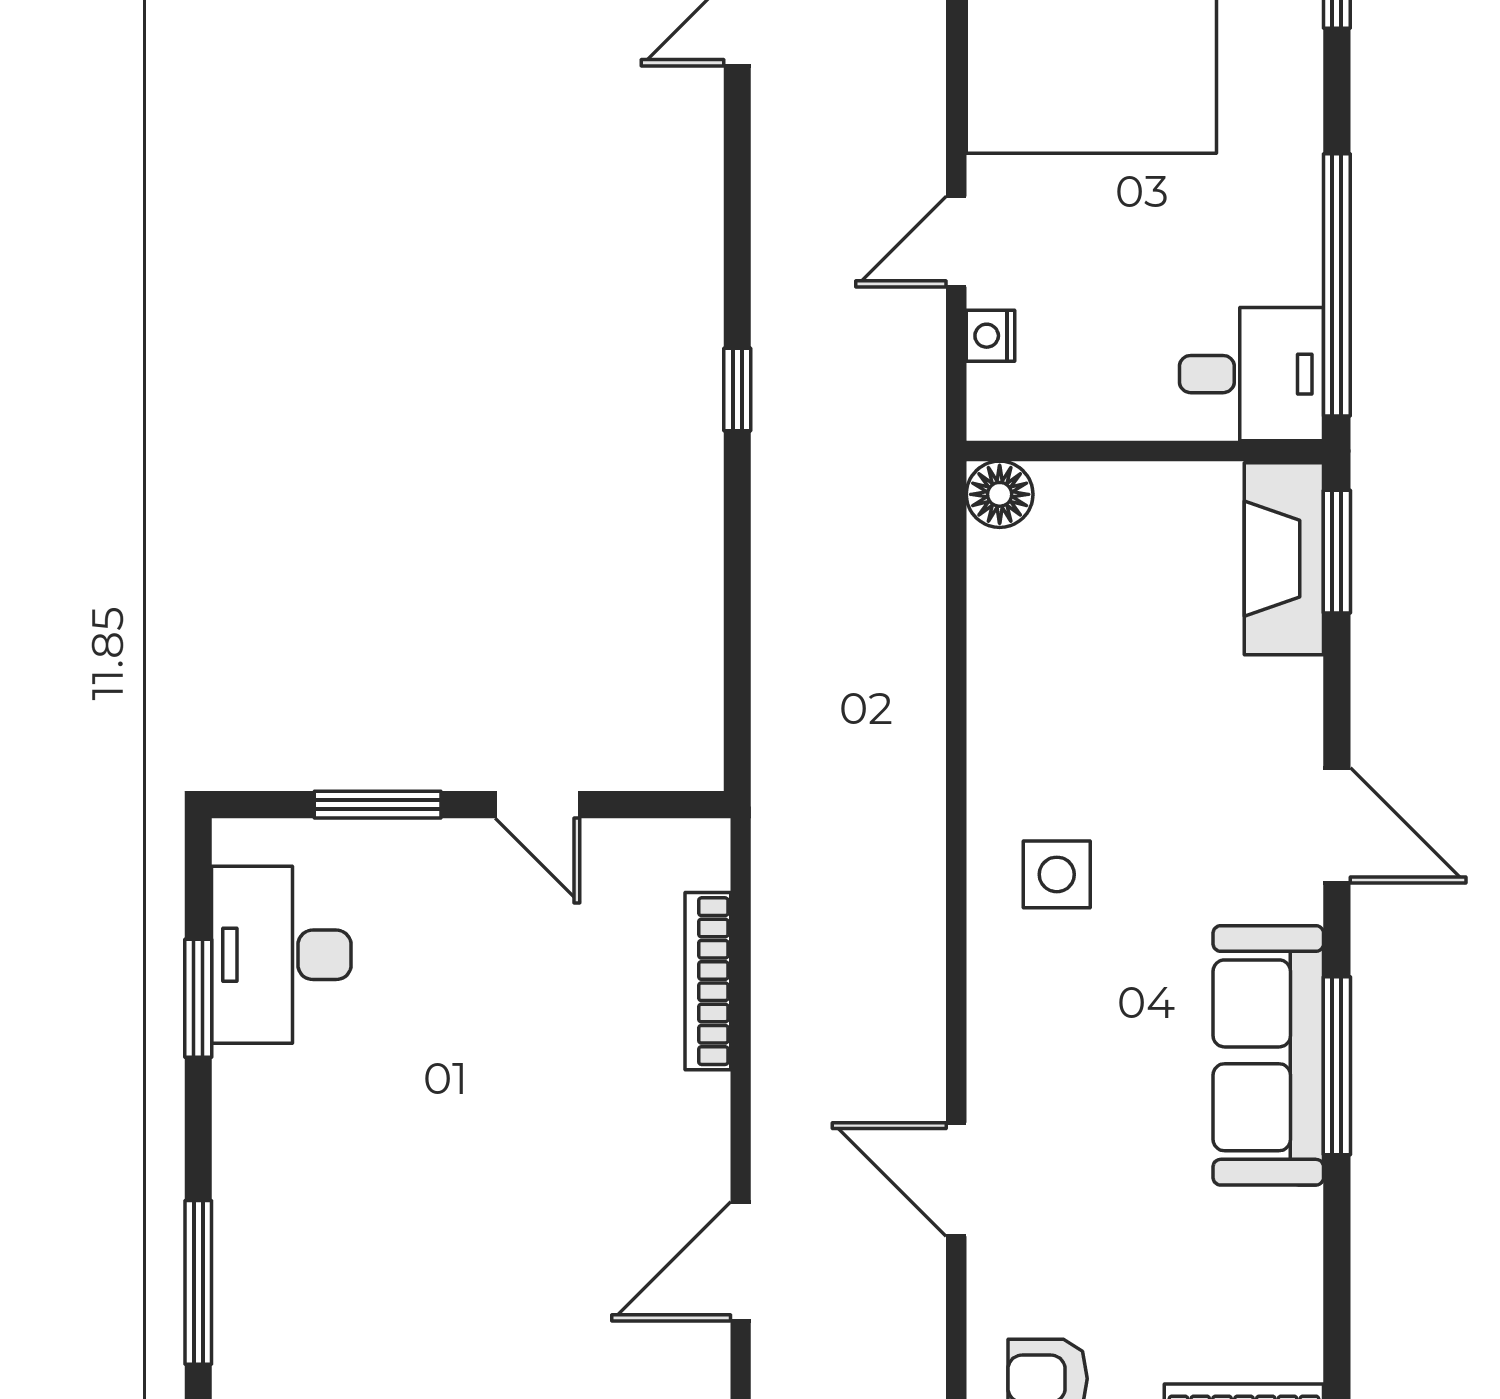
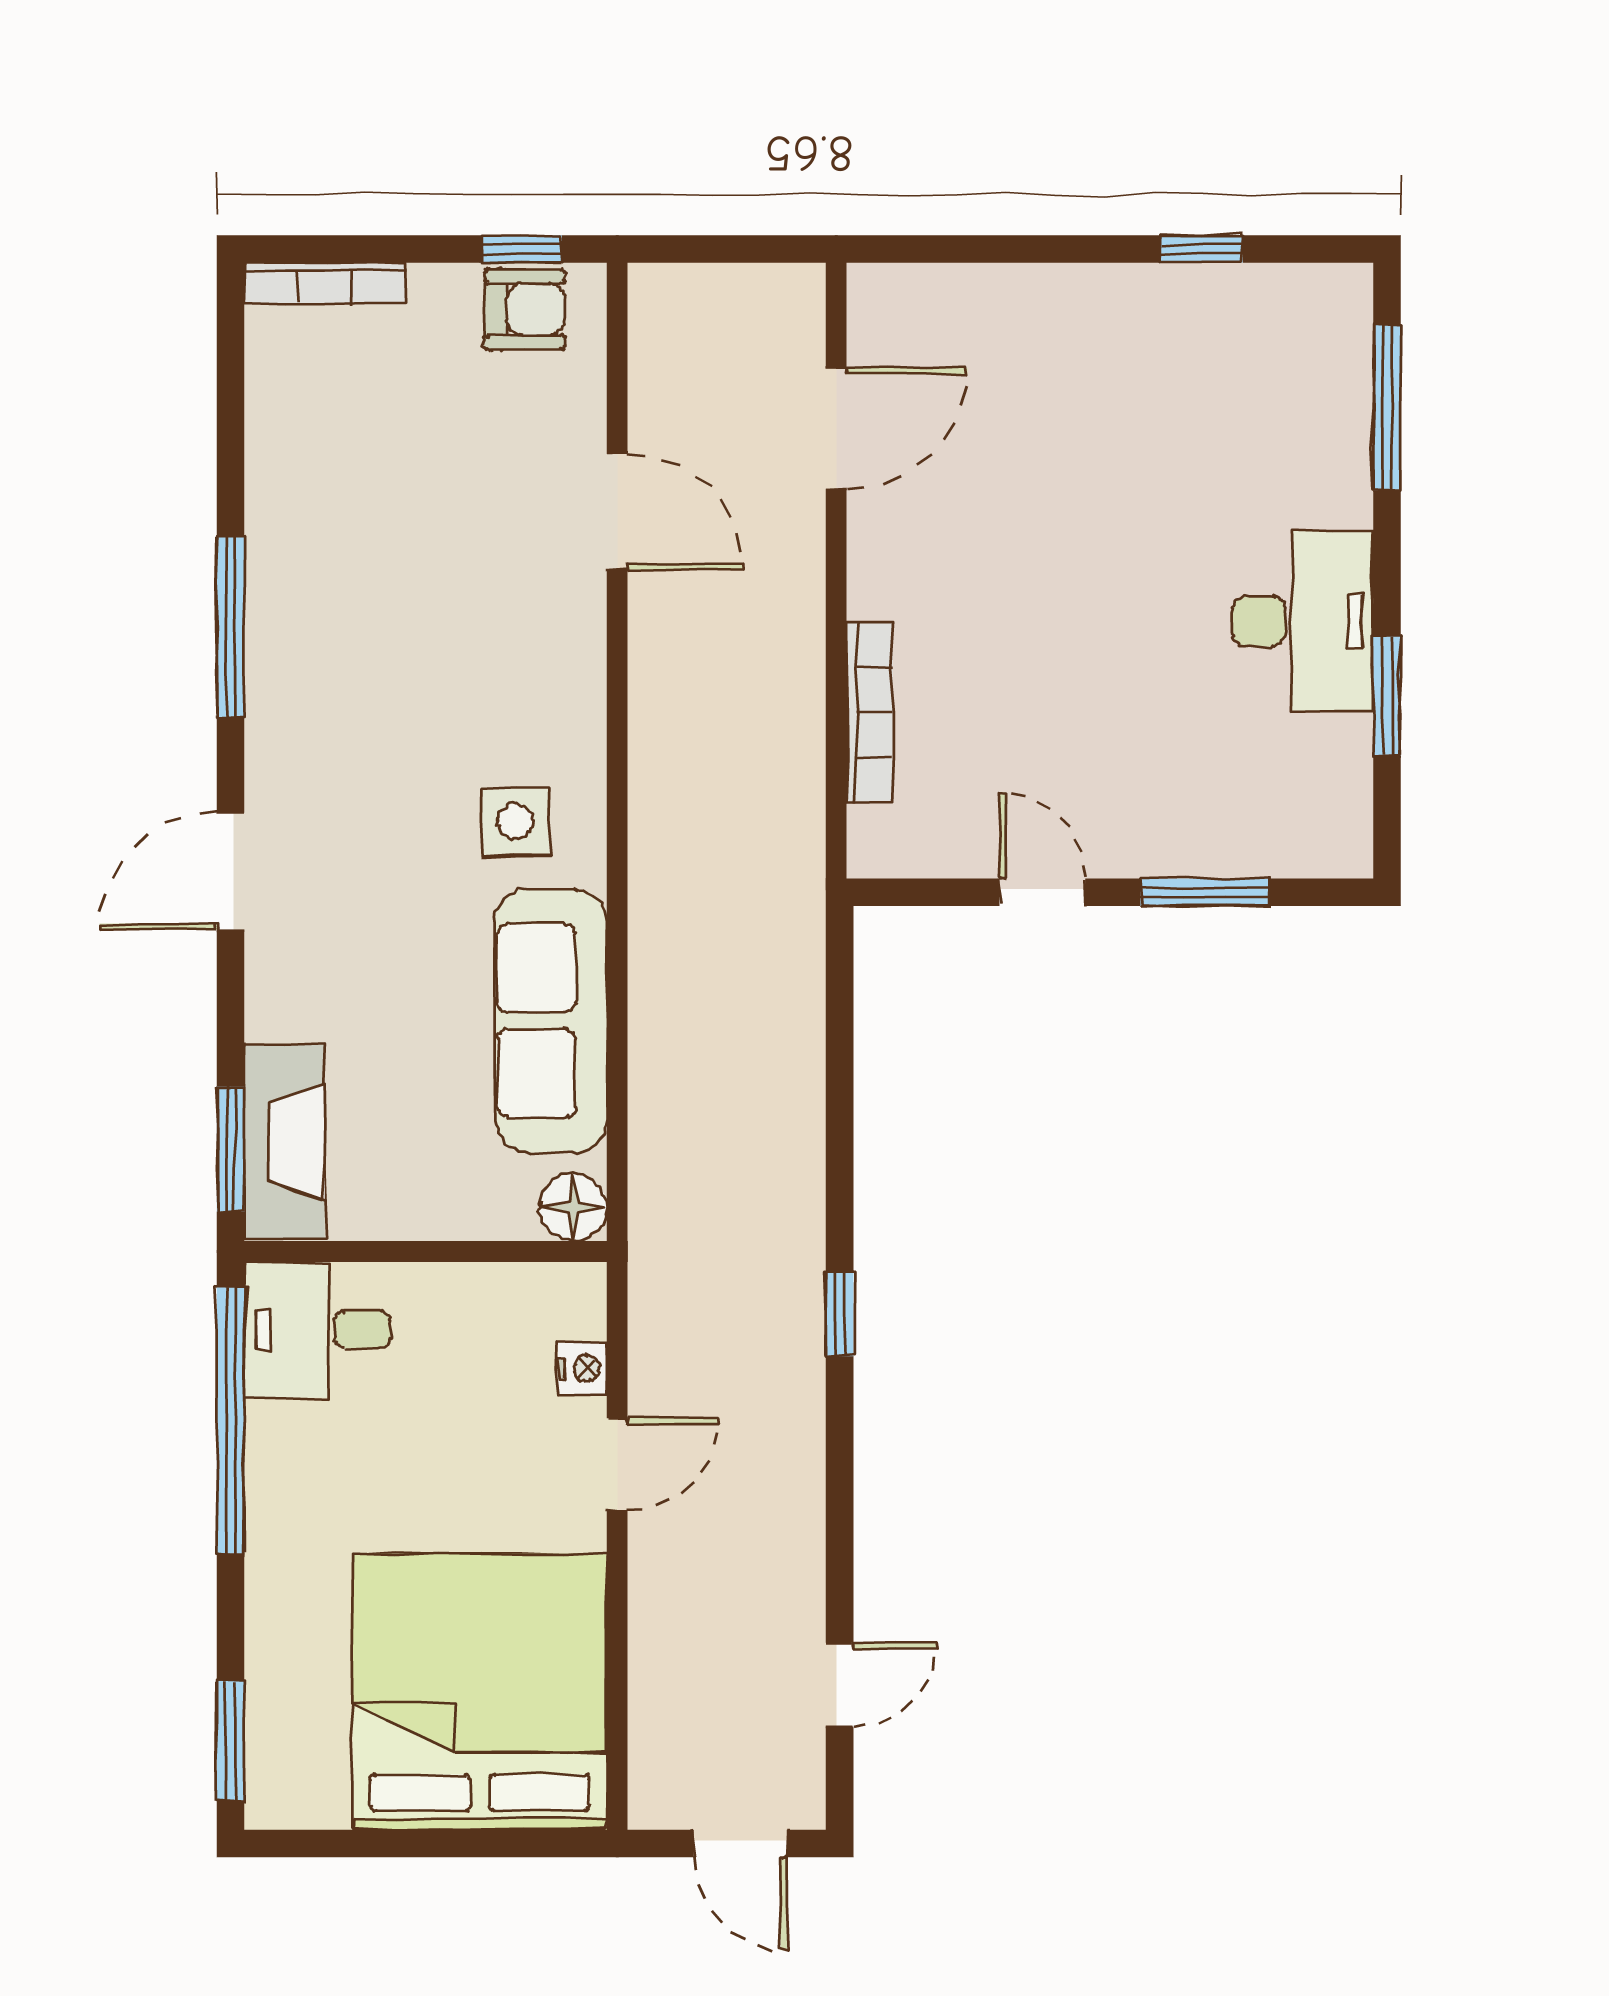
door: (1337, 825) -> (231, 871), hinge flipped
desk: (281, 955) -> (1303, 621), moved
sofa: (1268, 1055) -> (551, 1021), moved, turned 180

